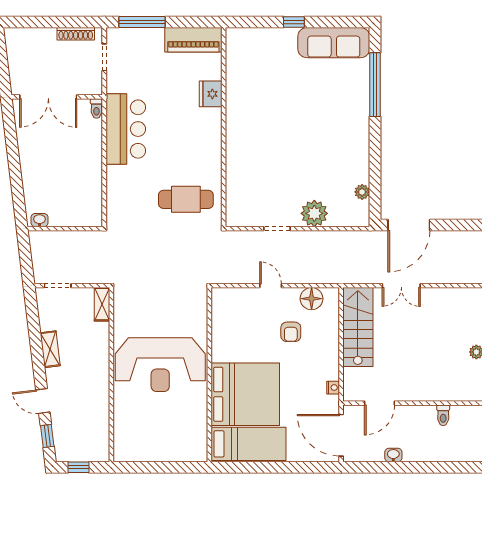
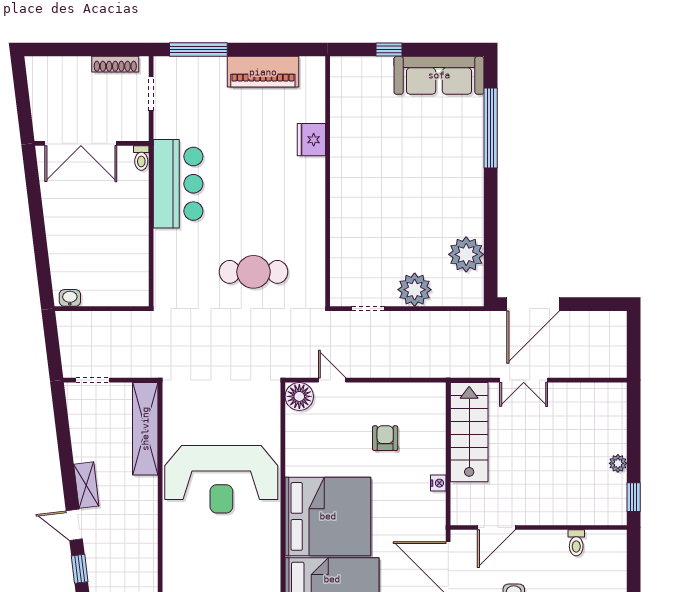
fridge: (211, 94) -> (311, 140), moved
wall: (224, 127) -> (328, 181), moved
plant: (362, 192) -> (466, 254), width x1.87, depth x1.87
door: (271, 286) -> (332, 380), moved
floor lamp: (312, 299) -> (299, 396), moved
shelving: (102, 304) -> (145, 429), width x2.20, depth x1.33
armchair: (291, 332) -> (385, 438), turned 180
shelving: (50, 349) -> (86, 485), moved
nightstand: (333, 388) -> (438, 483), moved

